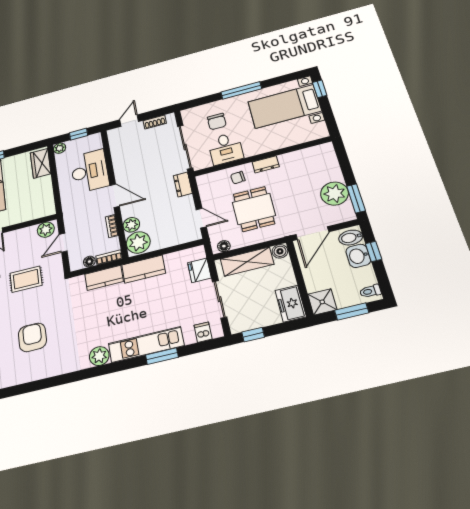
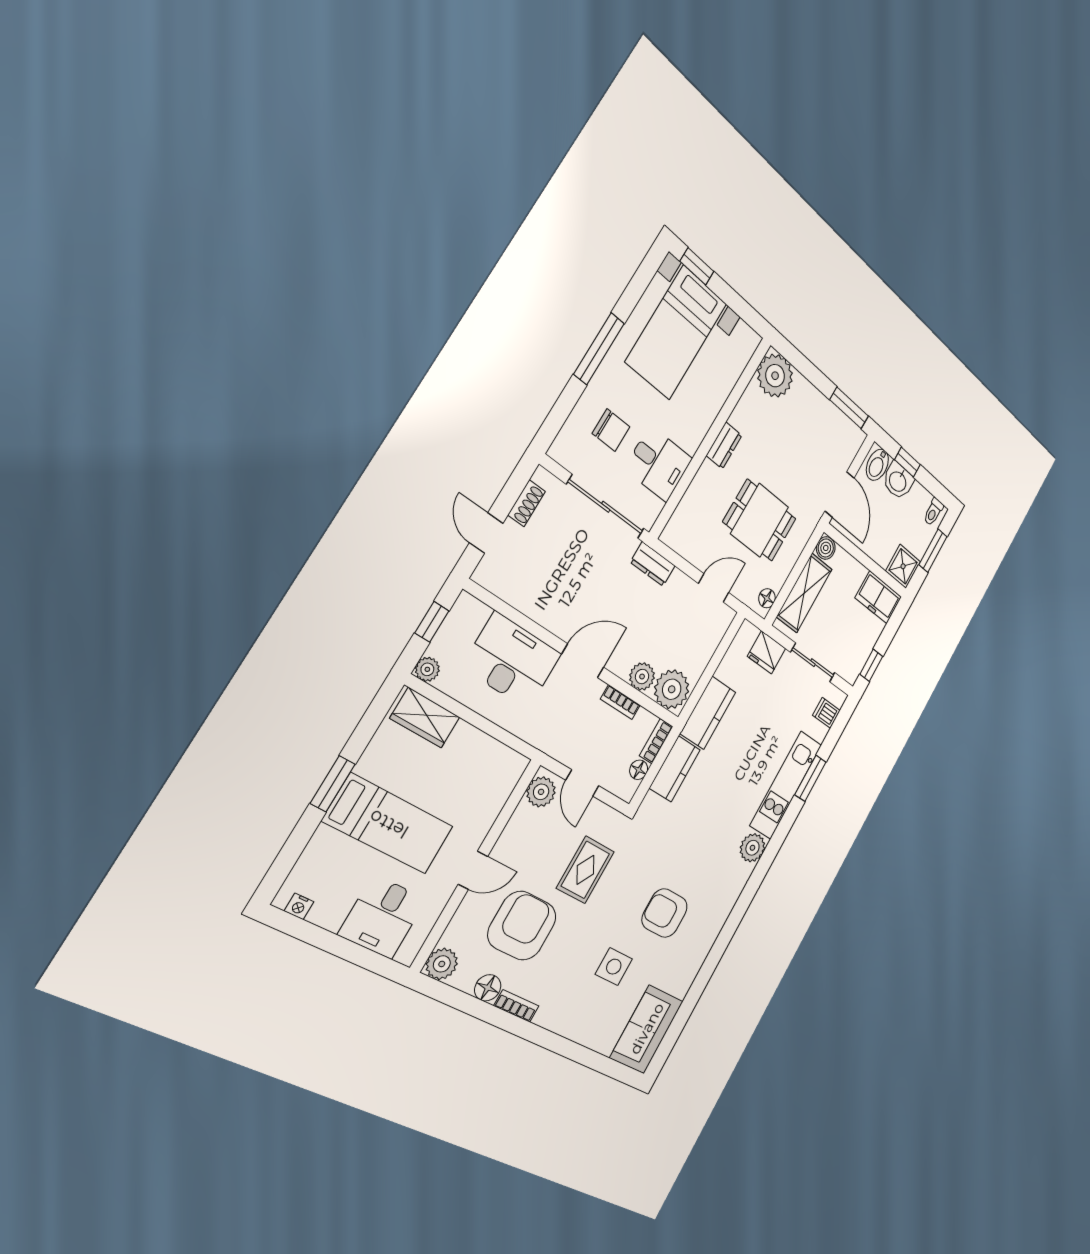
chair: (238, 178) -> (708, 494), removed
plant: (334, 194) -> (775, 376), moved

